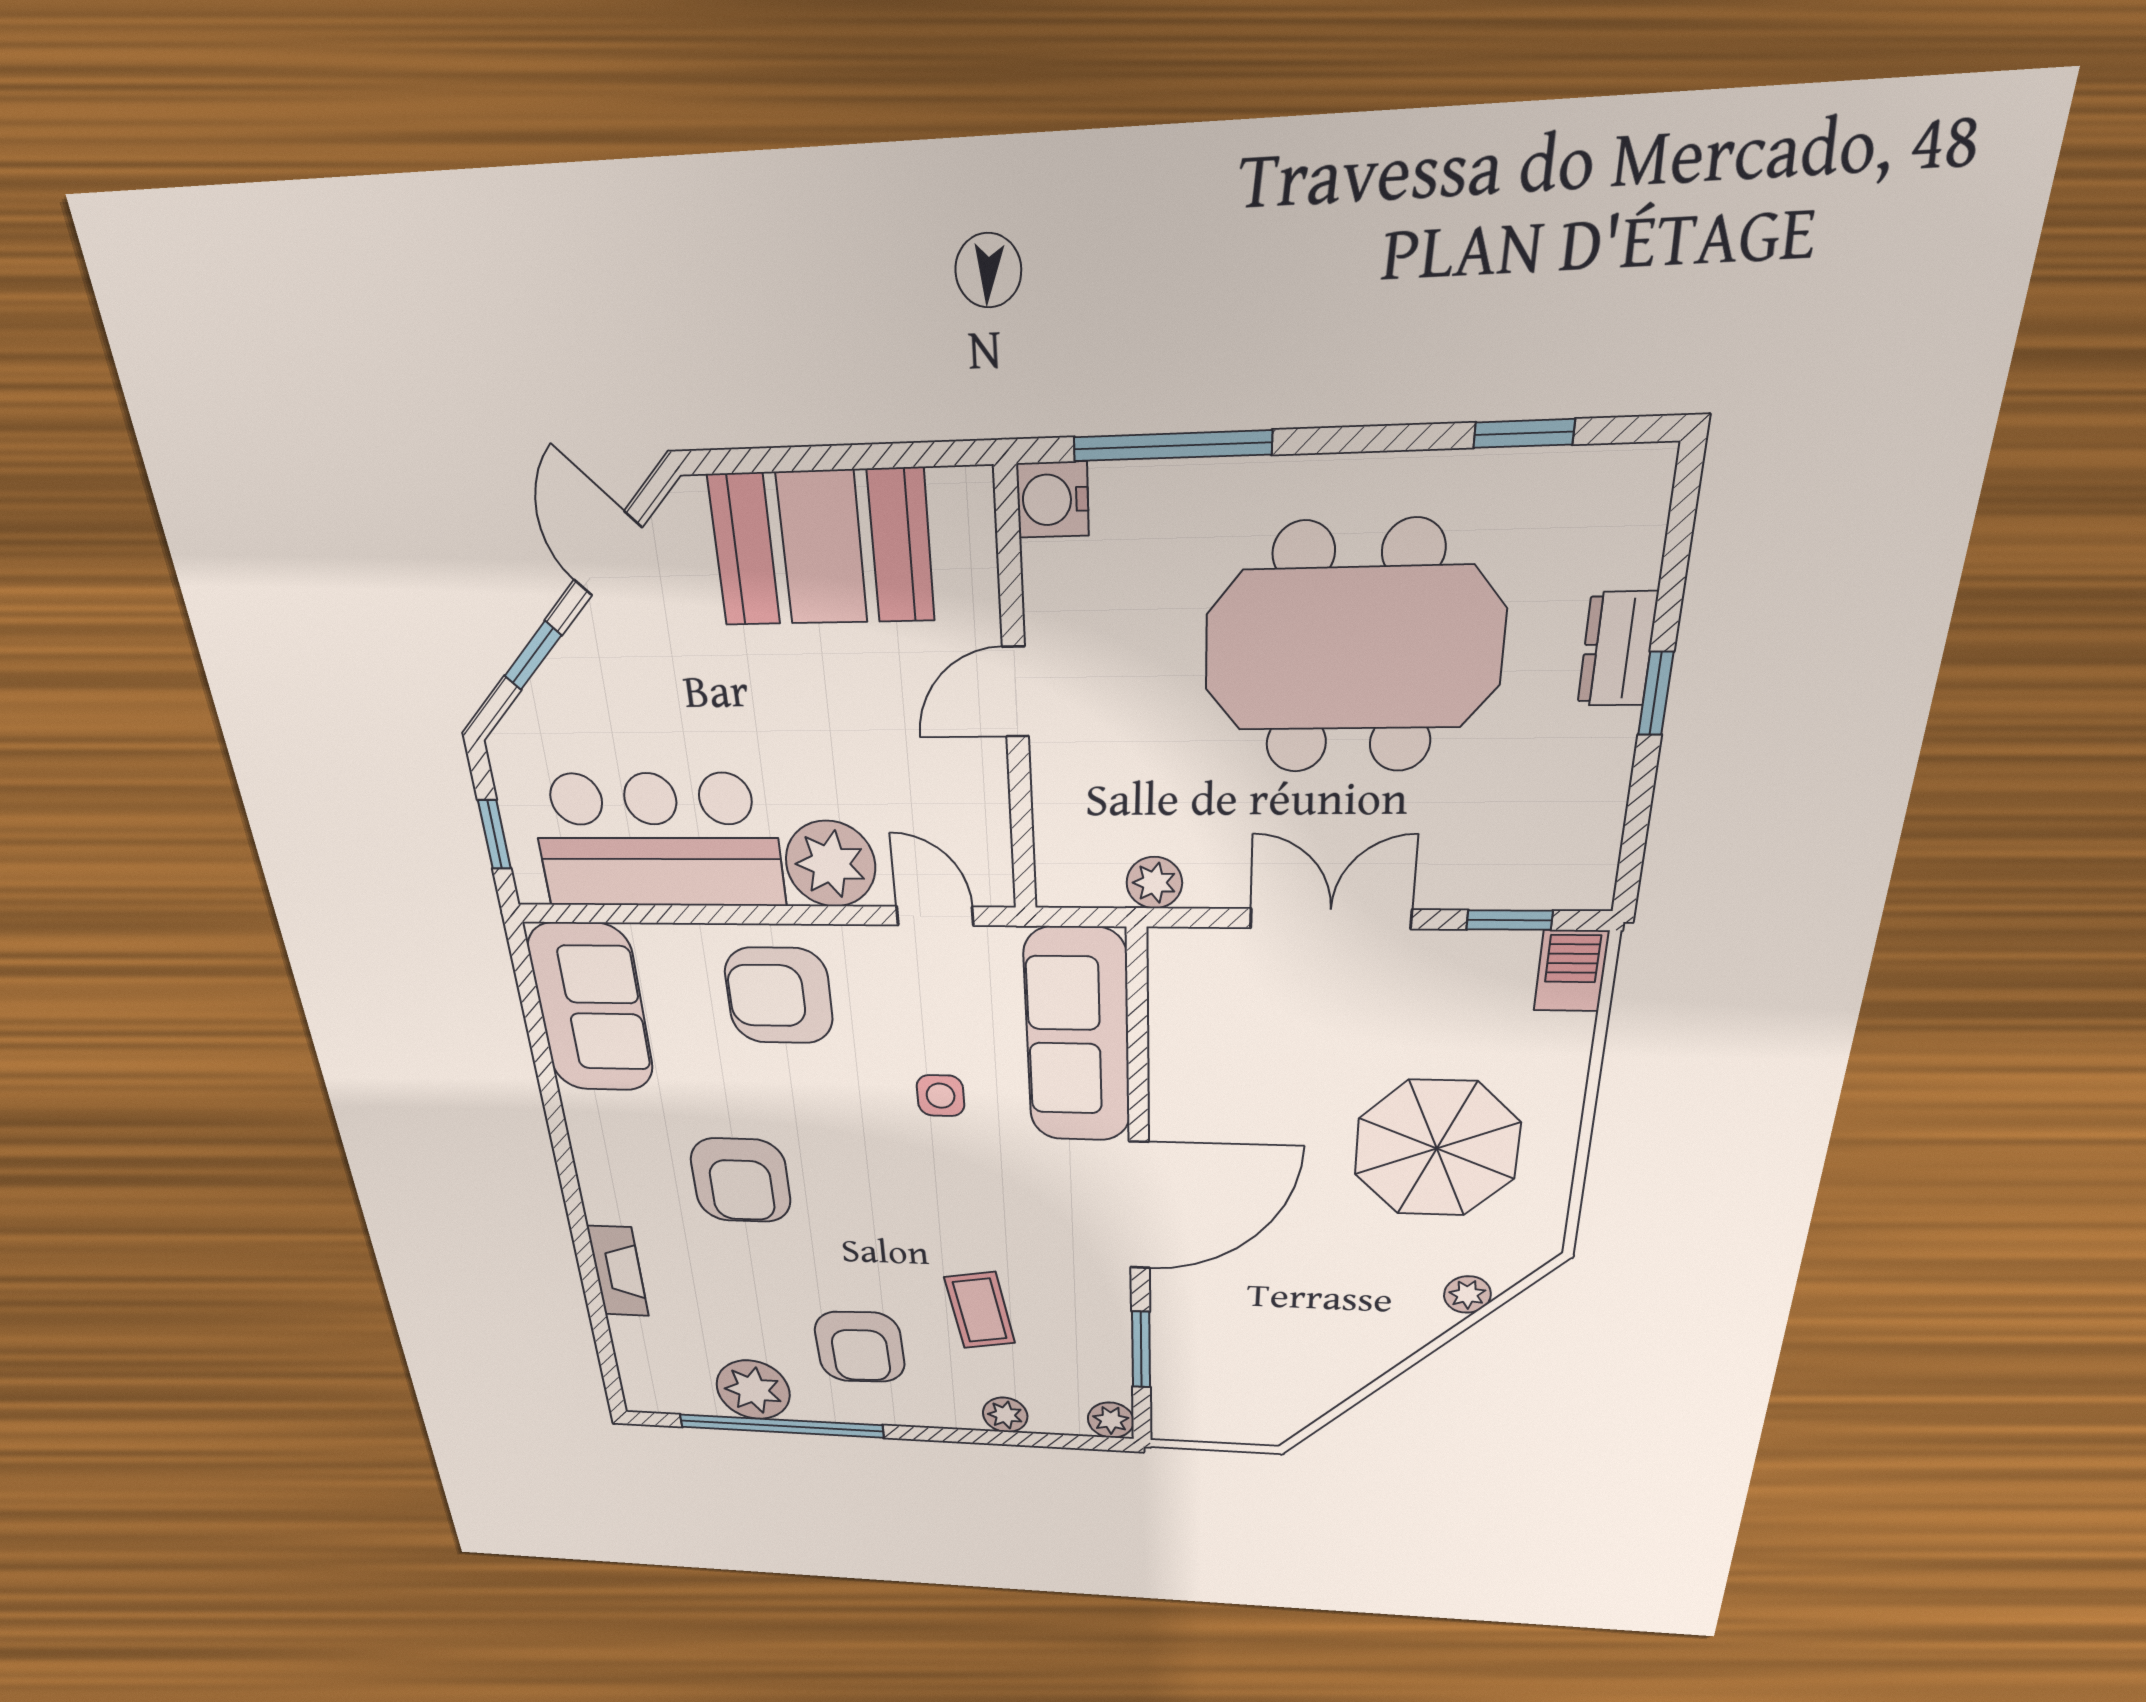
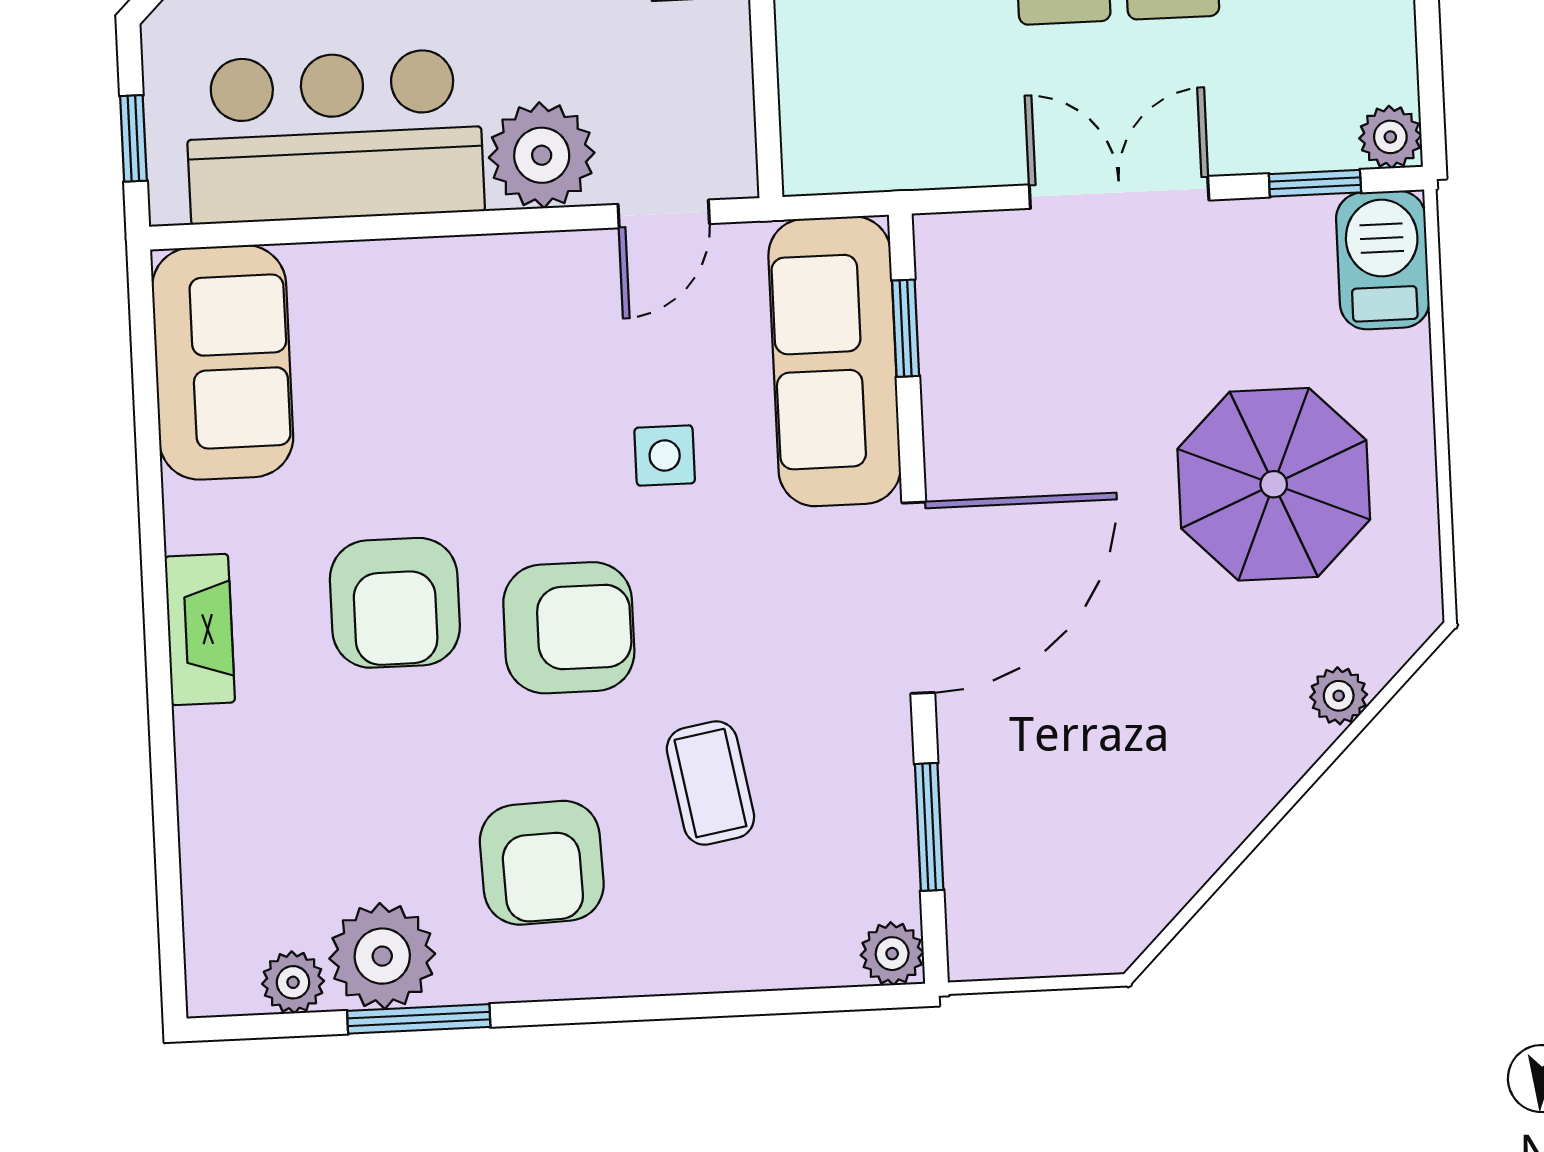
plant: (1154, 883) -> (1390, 137), moved
door: (935, 916) -> (664, 214), swing flipped
barbecue: (1571, 971) -> (1383, 260), width x1.38, depth x1.27
armchair: (779, 996) -> (569, 628), moved, turned 180
window: (1137, 1015) -> (906, 328), added
fireplace: (618, 1271) -> (200, 629), moved
plant: (1005, 1415) -> (293, 982), moved
window: (781, 1426) -> (419, 1019), width x0.47

